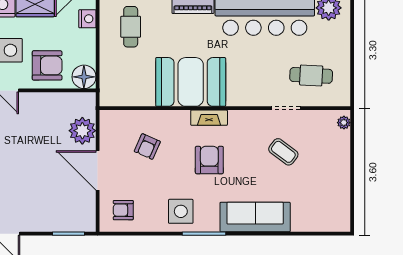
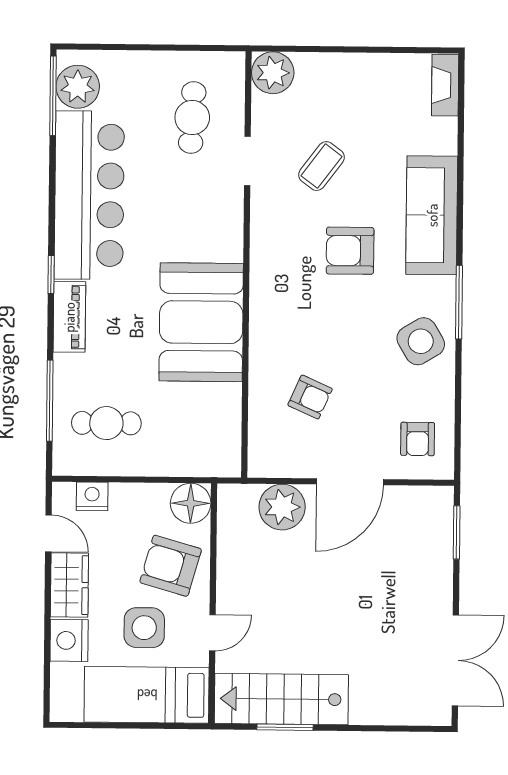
armchair: (47, 65) -> (171, 566), turned -74
fireplace: (209, 118) -> (445, 85), moved, turned 180
plant: (344, 123) -> (273, 73), width x1.88, depth x1.88
armchair: (209, 160) -> (350, 251), moved
side table: (181, 211) -> (421, 341), turned -31

